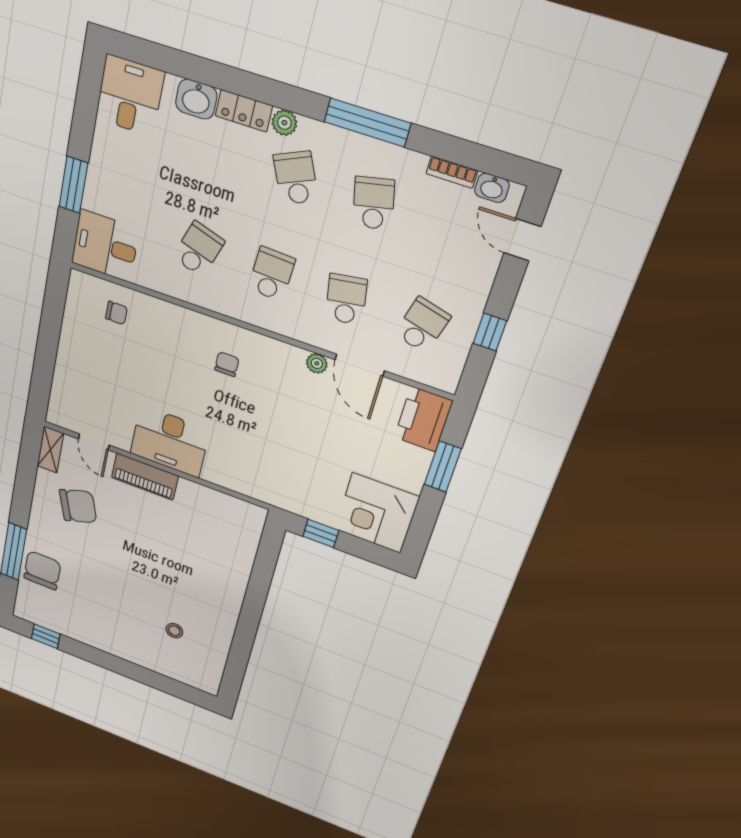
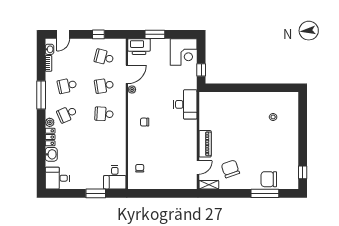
school desk: (198, 249) -> (104, 142), removed
desk: (170, 441) -> (185, 104), moved

